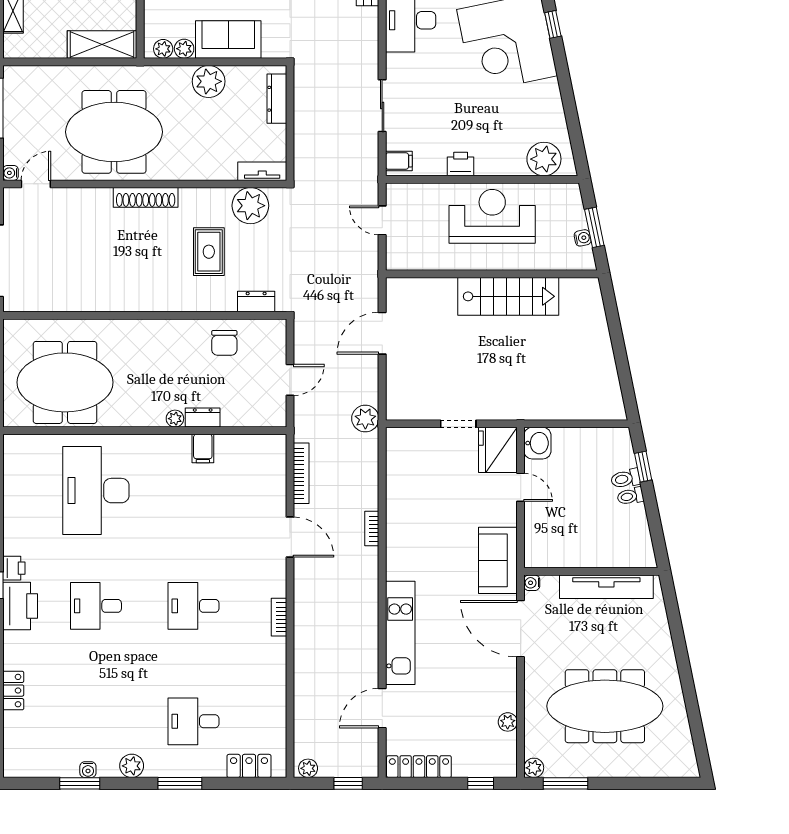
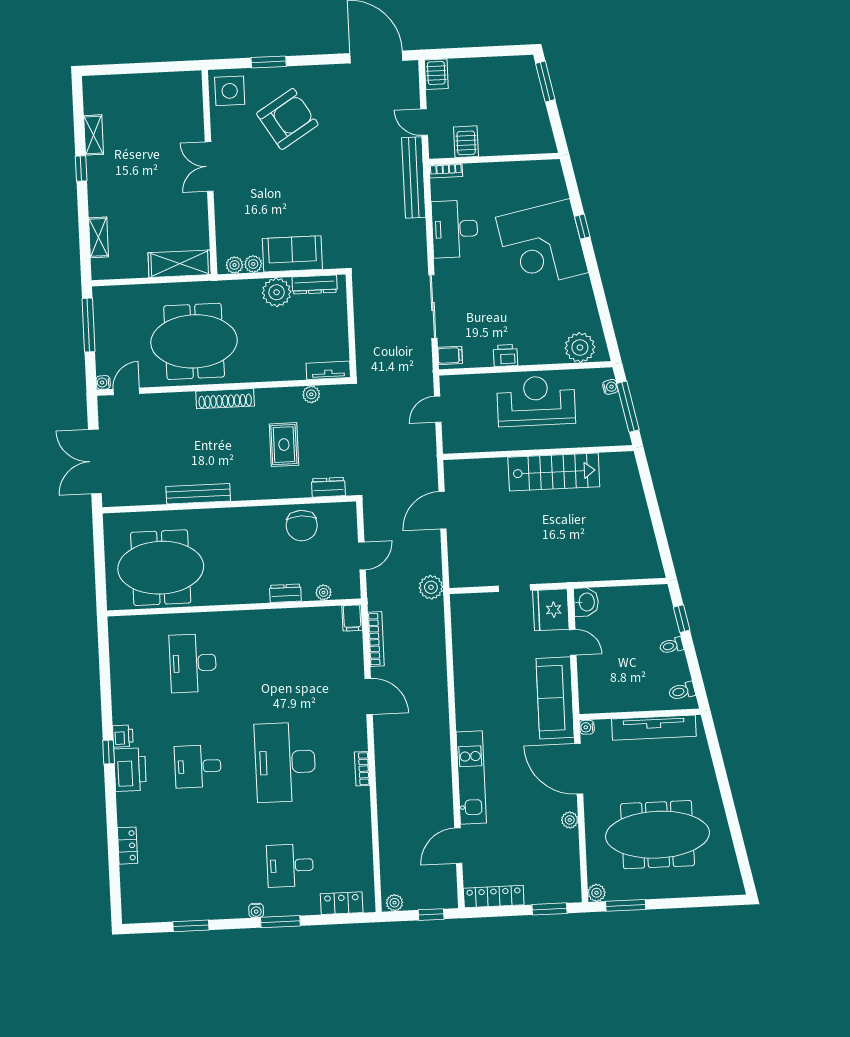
dresser: (277, 99) -> (315, 285), moved, turned -90
sliding door: (382, 106) -> (433, 306), width x1.37
plant: (250, 206) -> (311, 394), width x0.53, depth x0.53
door: (382, 220) -> (438, 409), hinge flipped
window: (594, 227) -> (628, 407), width x1.44
water cooler: (583, 238) -> (610, 387), moved
bench: (111, 302) -> (198, 494), added
chair: (224, 343) -> (302, 526), width x1.37, depth x1.37
plant: (175, 419) -> (324, 592), moved
filing cabinet: (203, 449) -> (352, 618), moved
toilet: (625, 479) -> (682, 691), moved
desk: (96, 491) -> (193, 663), width x0.73, depth x0.77
bookcase: (372, 529) -> (441, 685), removed
sofa: (498, 560) -> (555, 698), width x1.36
desk: (194, 606) -> (285, 762), width x1.87, depth x1.30
plant: (508, 722) -> (570, 820), moved
plant: (132, 766) -> (237, 908), removed
water cooler: (88, 770) -> (256, 910), moved
window: (481, 783) -> (549, 909), width x1.50

